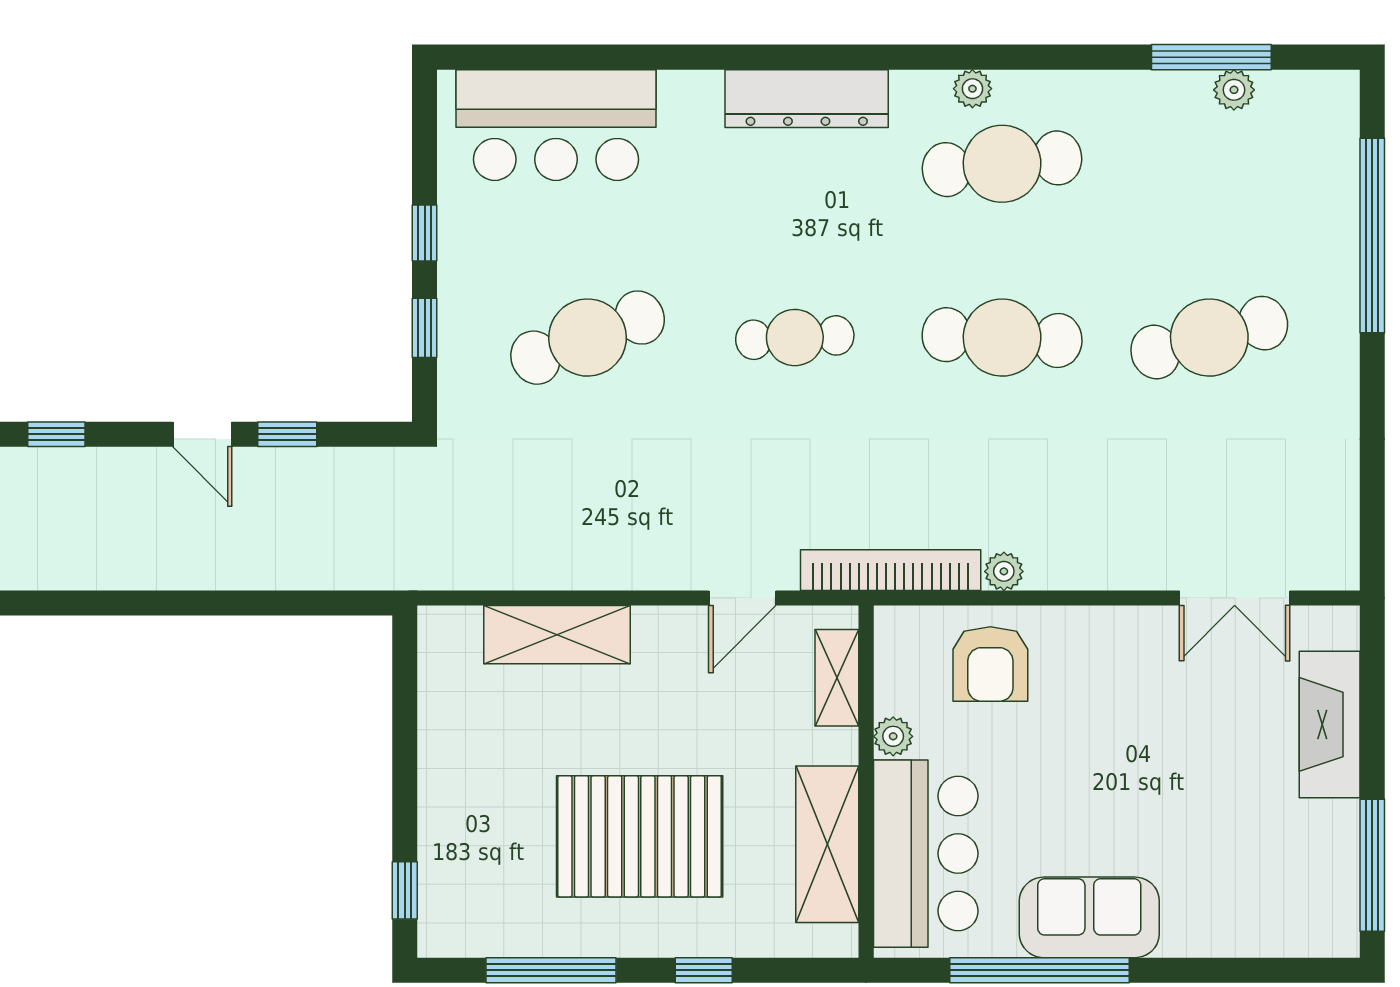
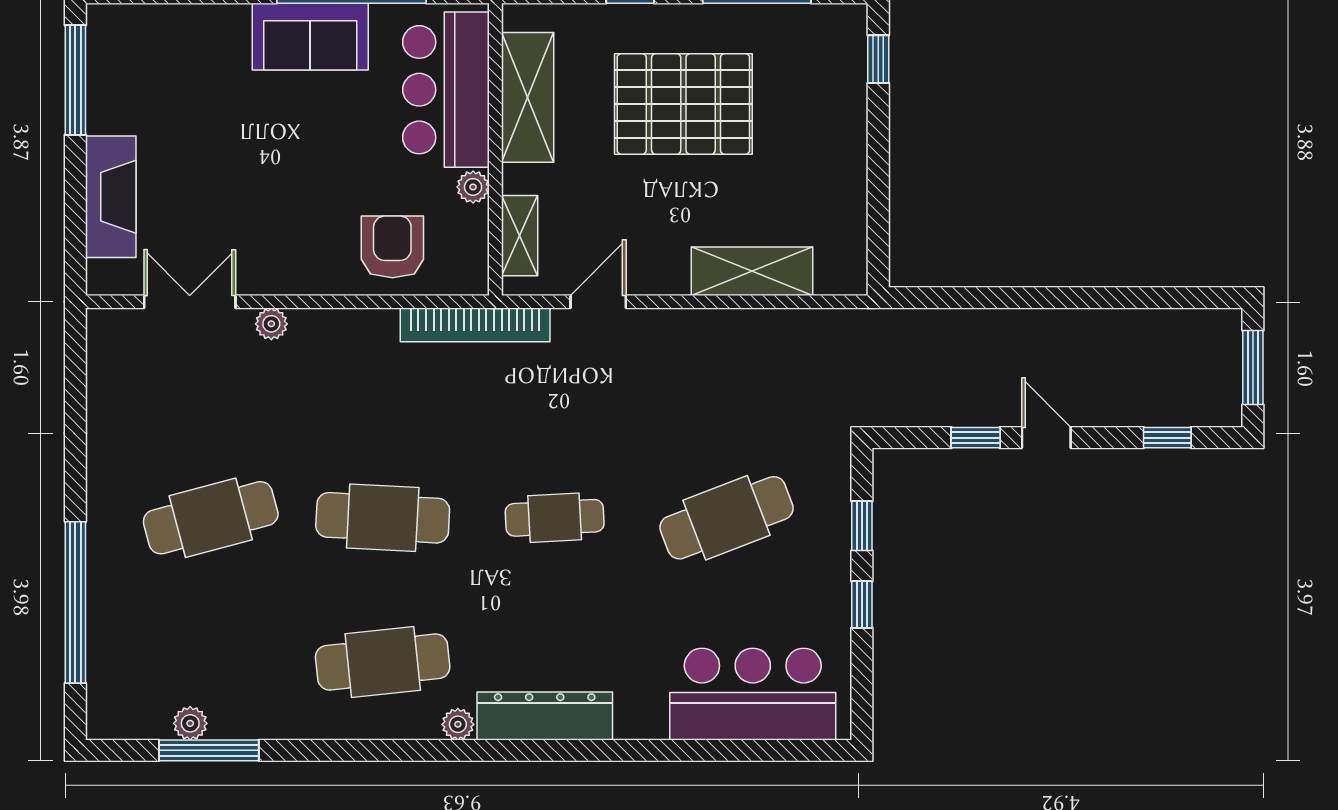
plant: (972, 89) -> (458, 724), moved
plant: (1004, 571) -> (271, 324), moved

